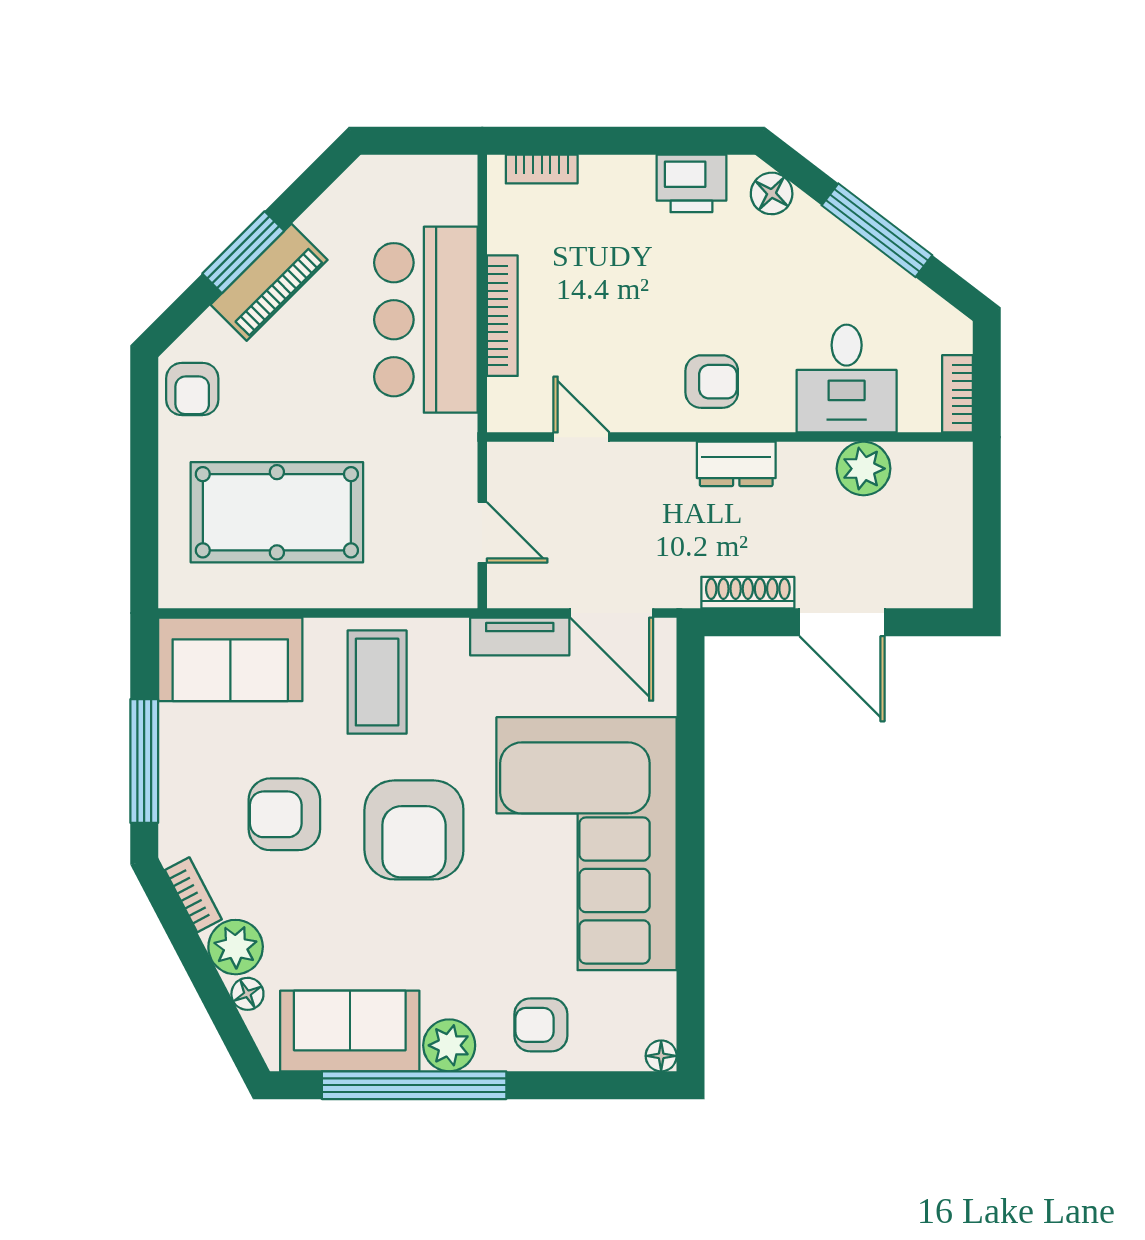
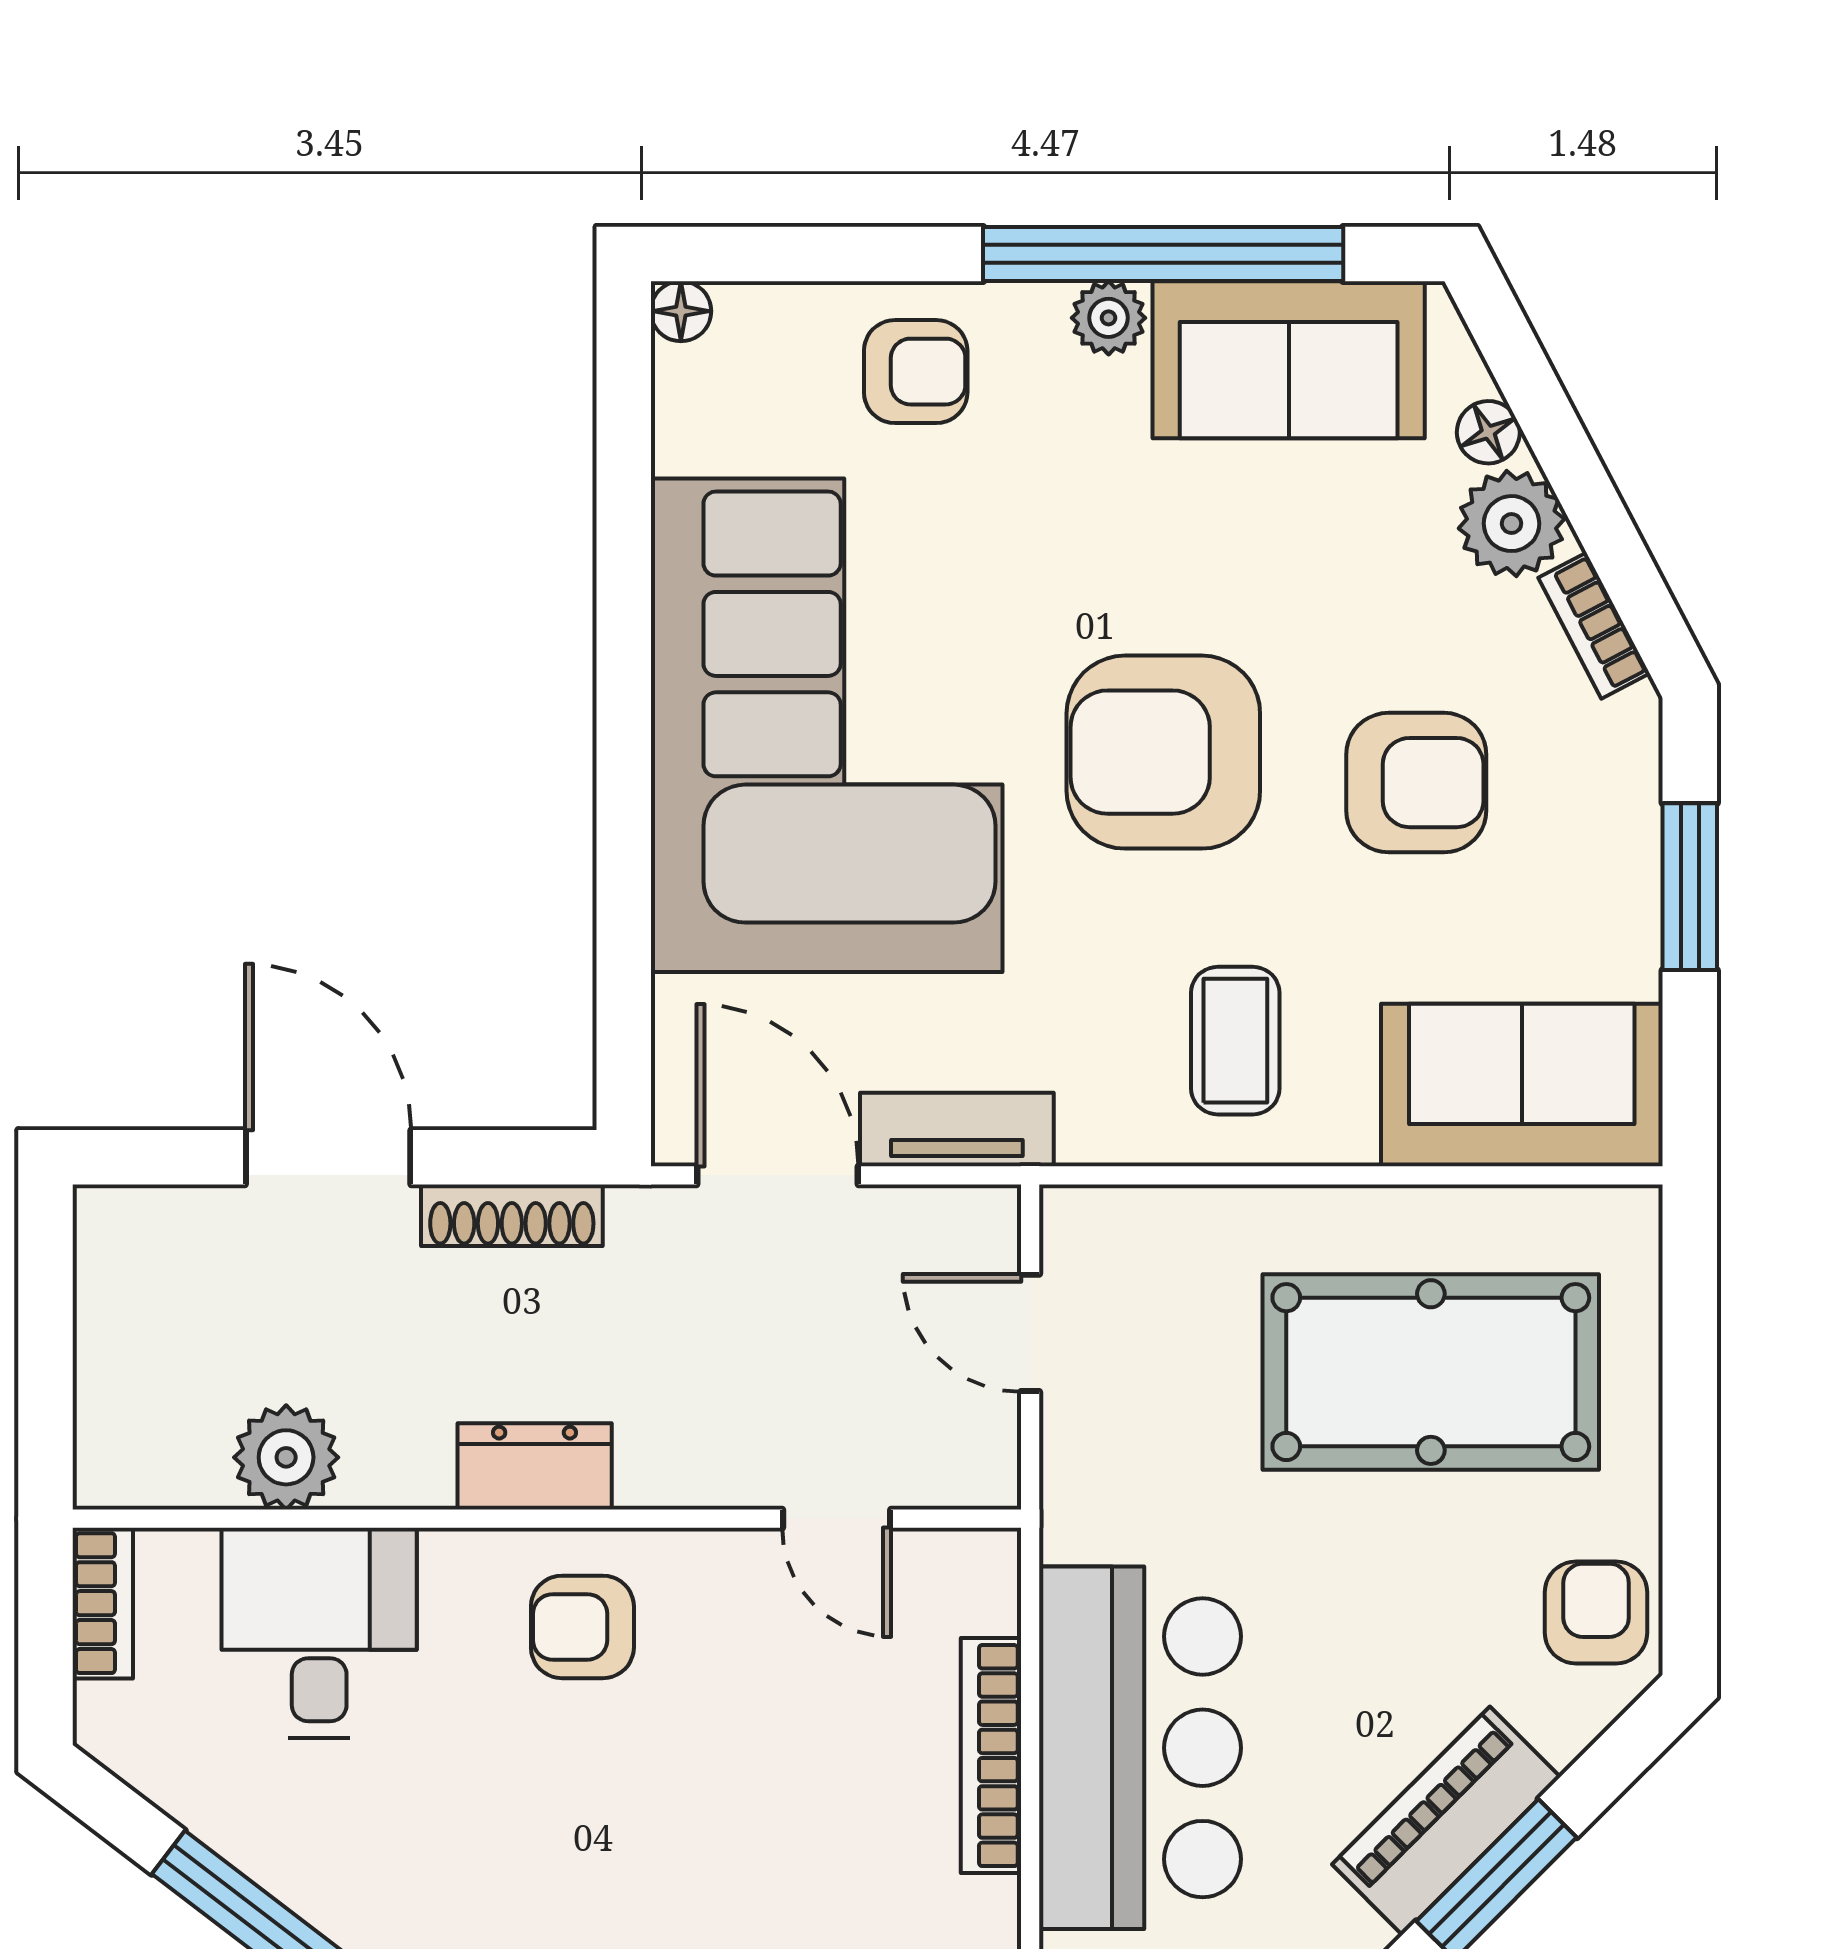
coffee table: (377, 682) -> (1235, 1041), width x0.73, depth x0.77
window: (144, 761) -> (1690, 887), width x0.69
armchair: (414, 830) -> (1163, 752), turned -90
plant: (449, 1045) -> (1109, 318), width x0.73, depth x0.73

